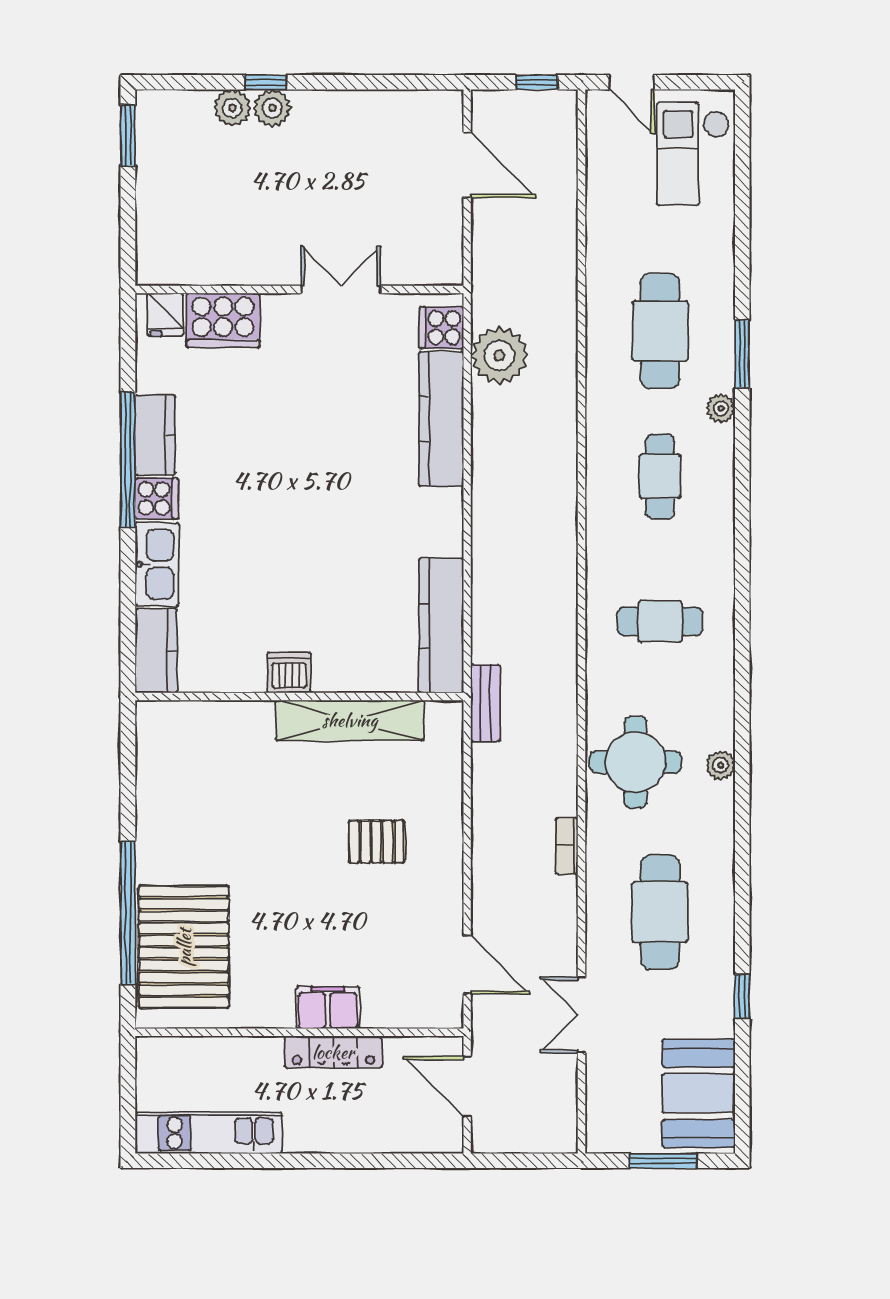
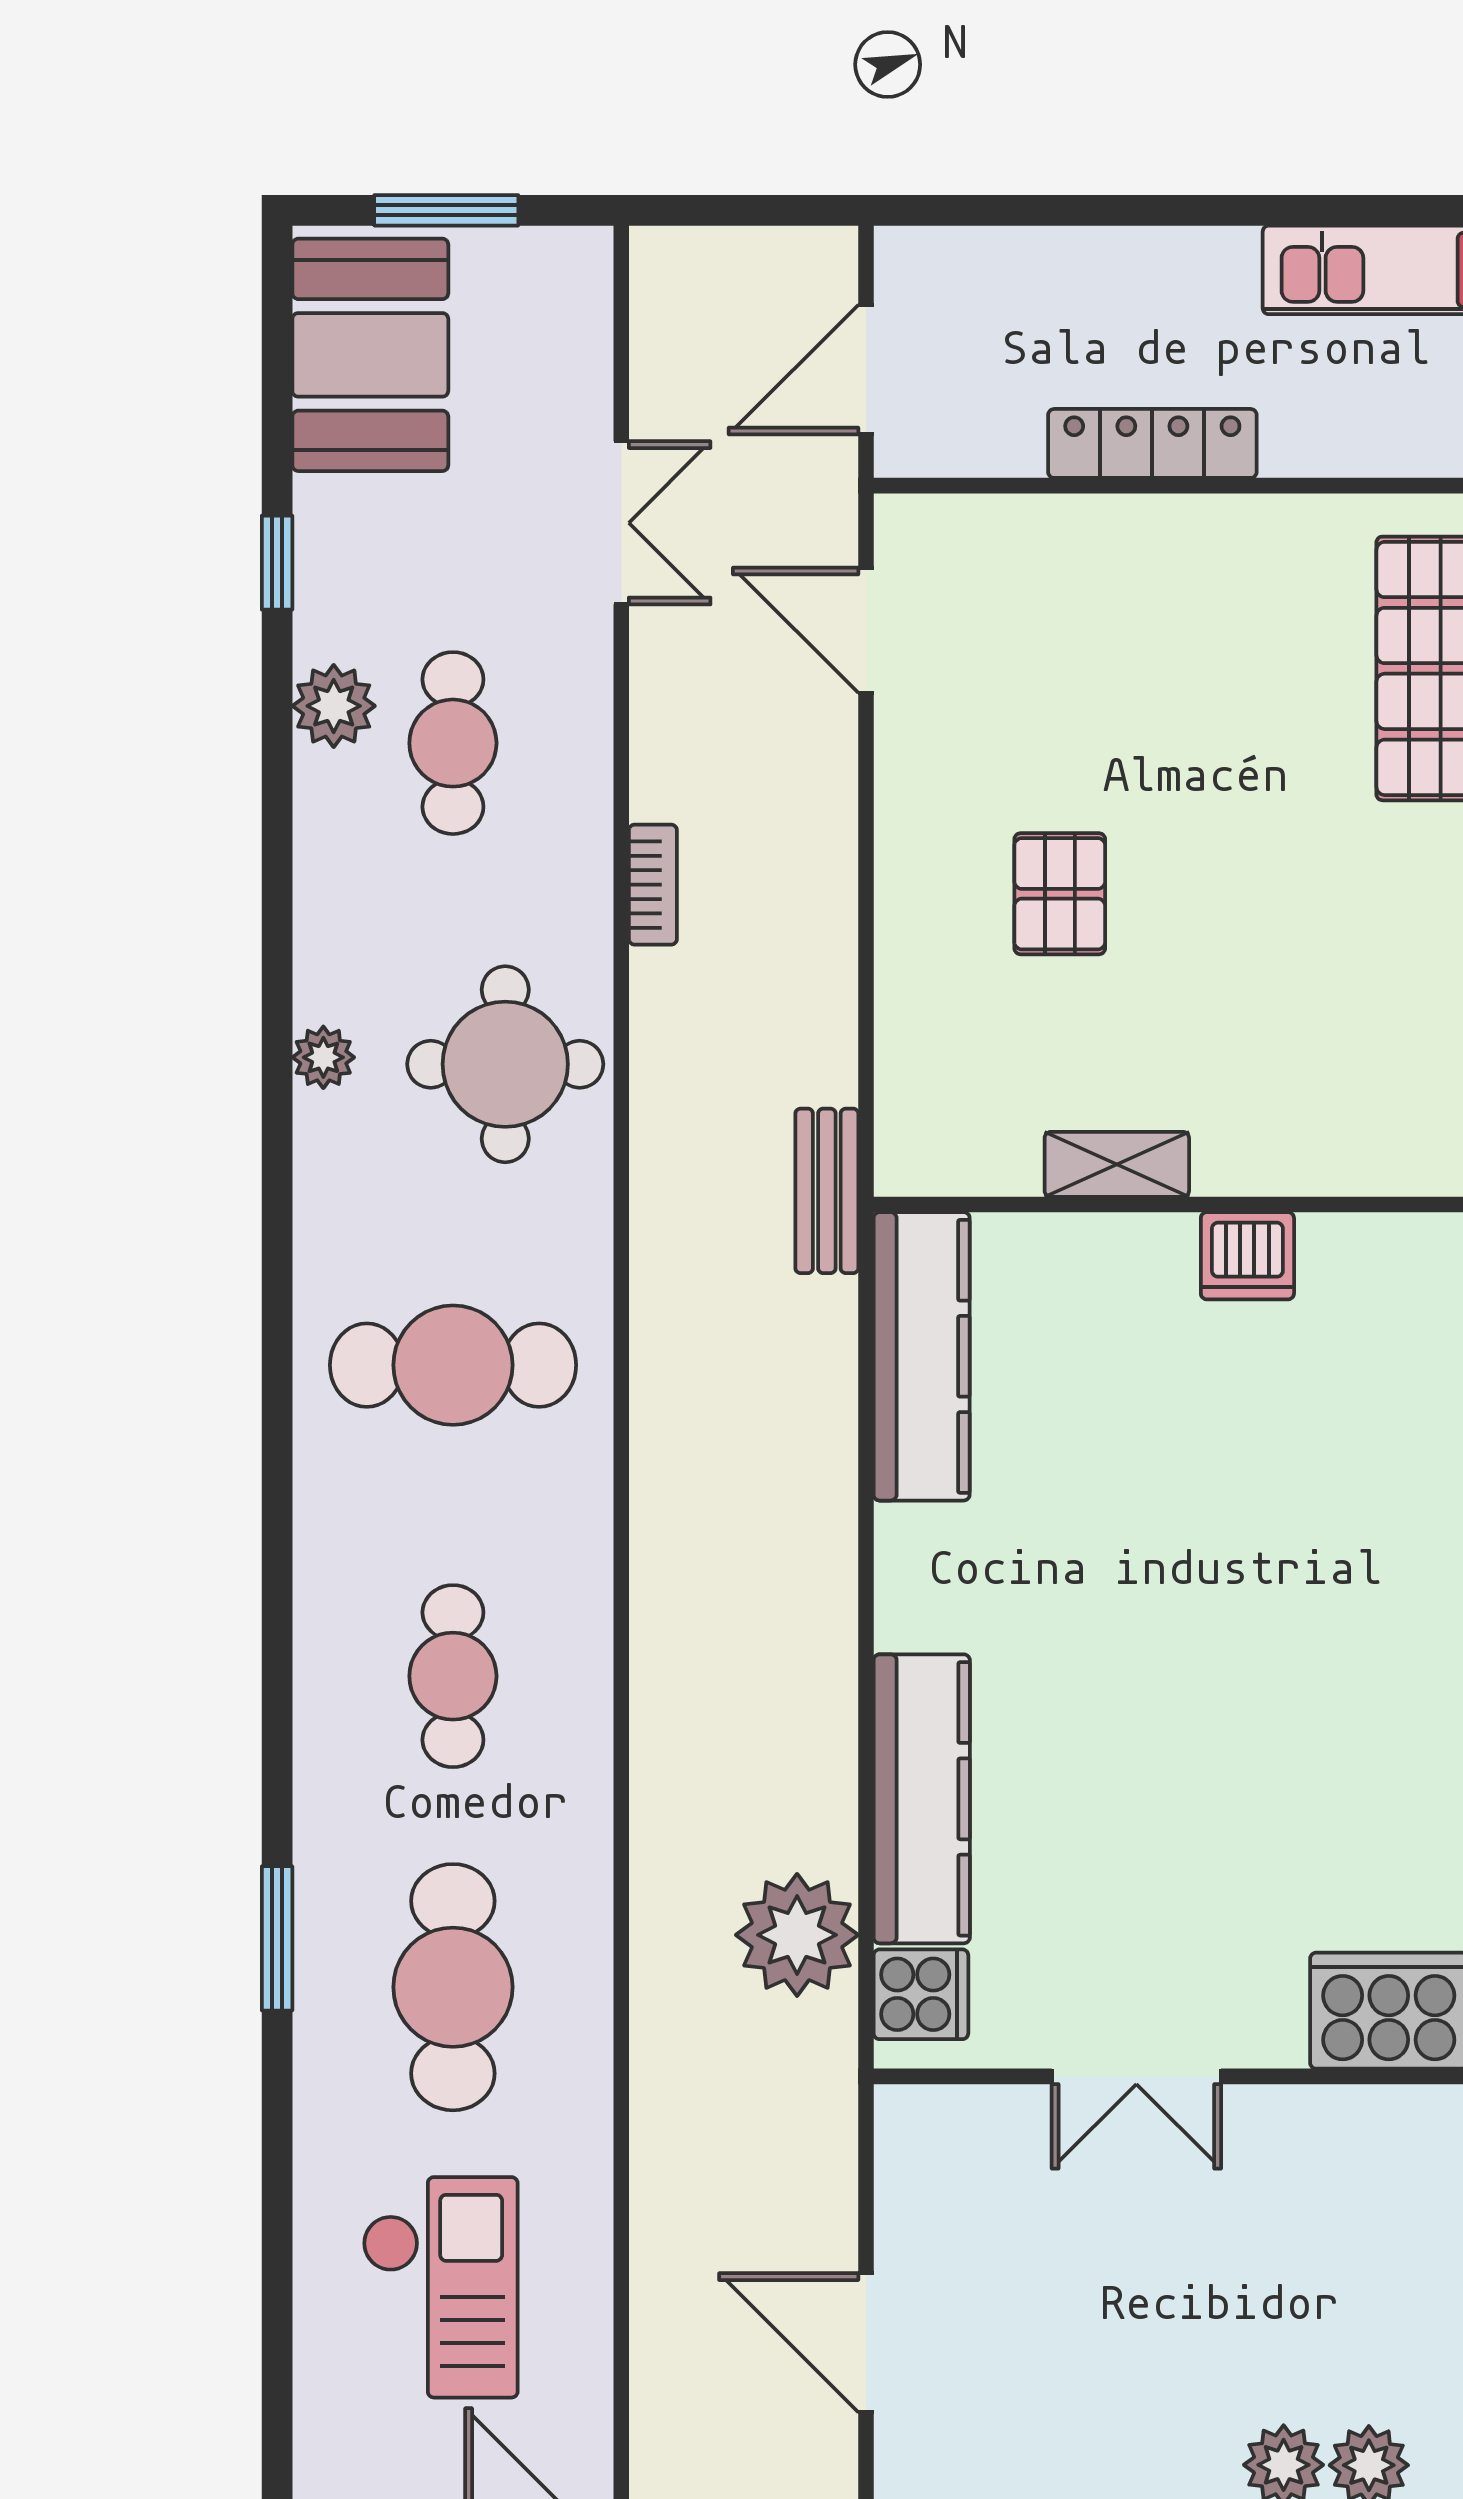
checkout: (693, 154) -> (440, 2287), moved
plant: (721, 408) -> (334, 706), moved, width x1.38, depth x1.38
cafe table: (660, 622) -> (453, 1365), width x1.37, depth x1.35
shelving: (350, 720) -> (1117, 1164), width x0.45, depth x0.75
pallet: (377, 842) -> (1060, 894), turned 90
cafe table: (660, 912) -> (453, 743), width x0.73, depth x0.74
filing cabinet: (328, 1008) -> (1164, 538), removed
door: (467, 1086) -> (866, 370), swing flipped

